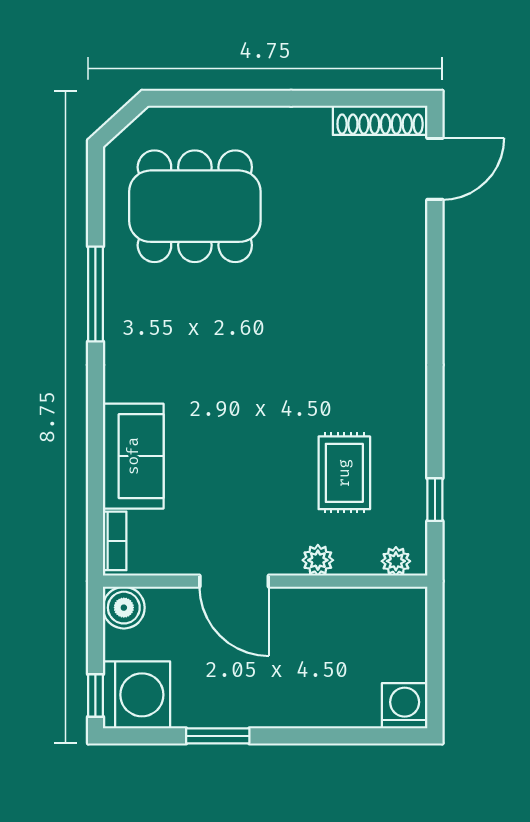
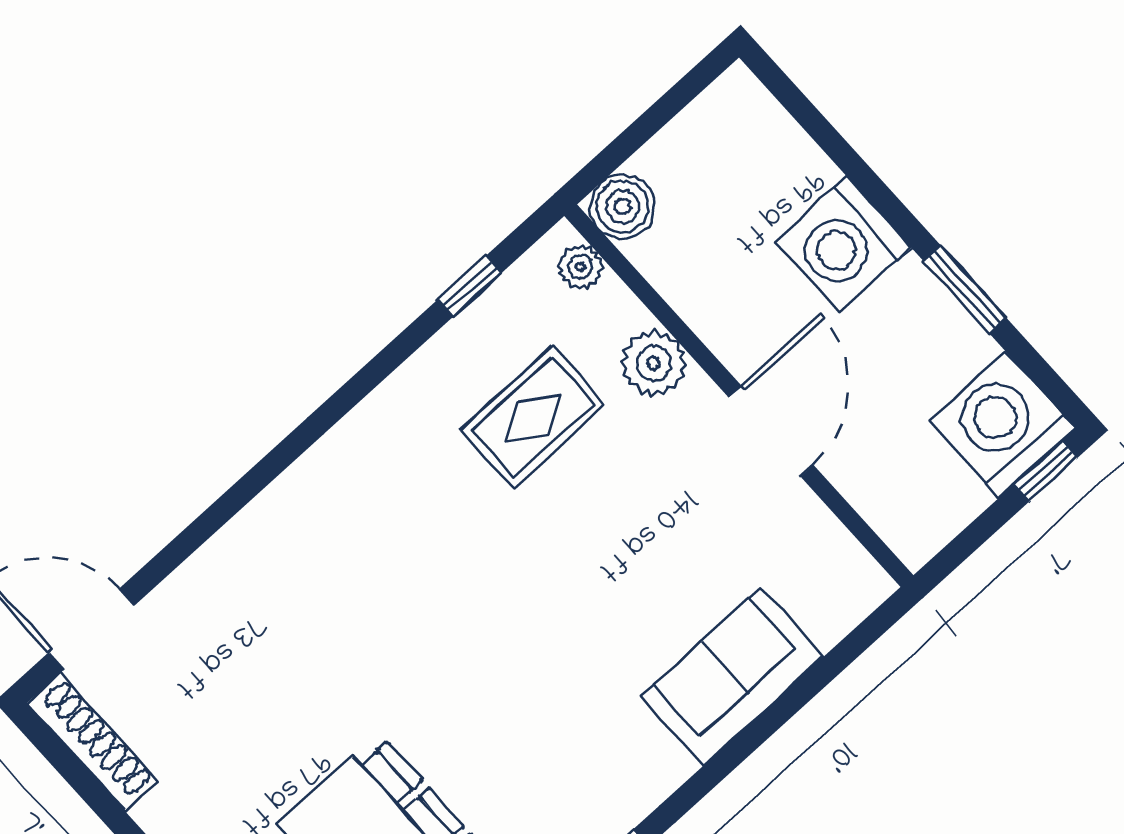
bookcase: (115, 541) -> (849, 610), removed
plant: (318, 560) -> (654, 363), width x1.38, depth x1.38
boiler: (124, 608) -> (623, 207), moved
washing machine: (405, 706) -> (844, 244), moved, width x1.37, depth x1.37

